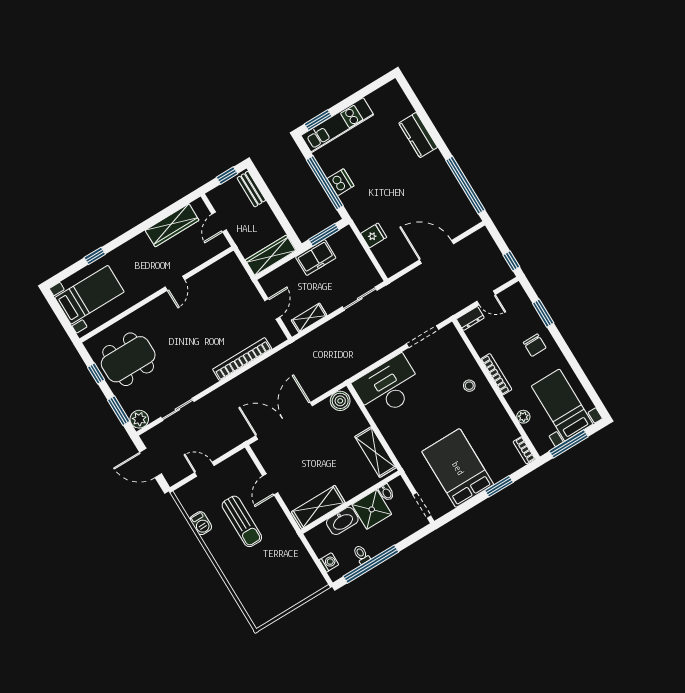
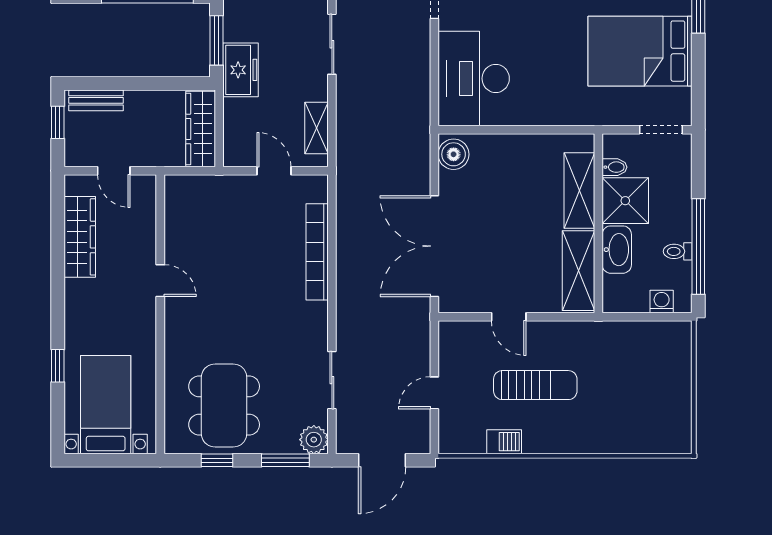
shelving: (375, 452) -> (579, 191), moved, turned 90

